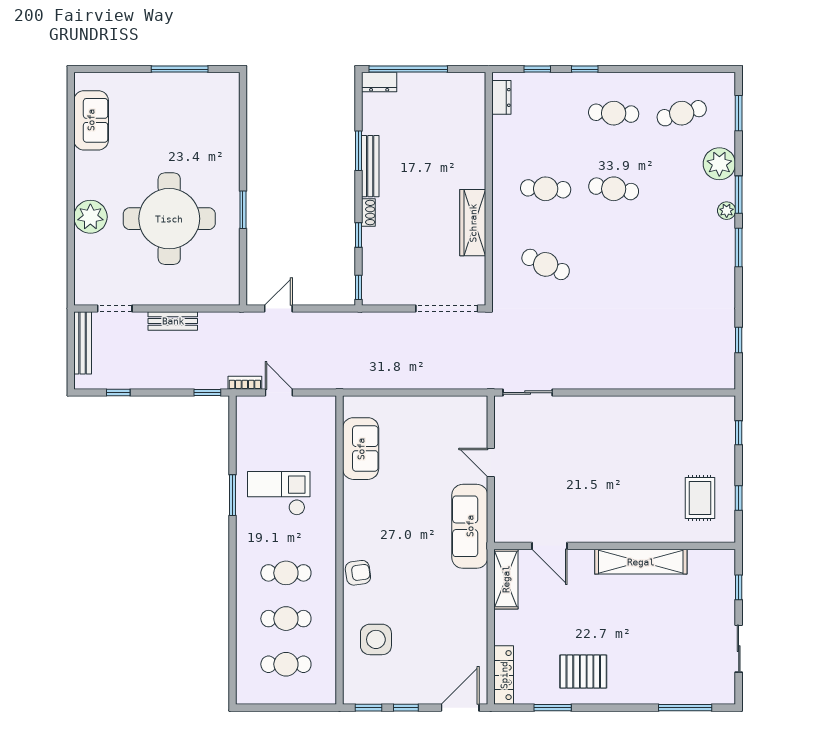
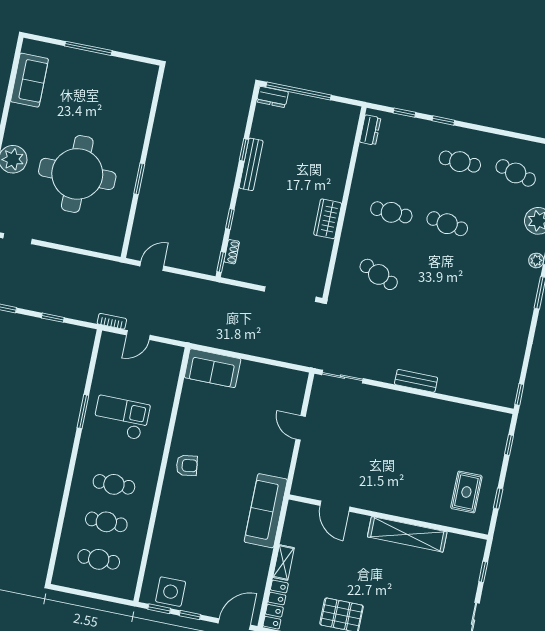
window: (180, 69) -> (88, 48), moved
cafe table: (682, 113) -> (516, 173), turned 30
window: (358, 151) -> (244, 150), width x0.67
shoe rack: (368, 212) -> (232, 252), moved
wardrobe: (473, 223) -> (328, 219), width x0.67
bench: (173, 321) -> (416, 381), moved
window: (739, 340) -> (519, 395), moved
window: (207, 393) -> (53, 318), moved
door: (279, 393) -> (138, 335), swing flipped
sofa: (361, 449) -> (213, 368), moved, turned 90
sofa: (470, 526) -> (266, 511), moved
armchair: (358, 573) -> (187, 465), moved
shelving: (506, 579) -> (284, 563), moved, width x0.67, depth x0.75
side table: (376, 639) -> (171, 592), moved

